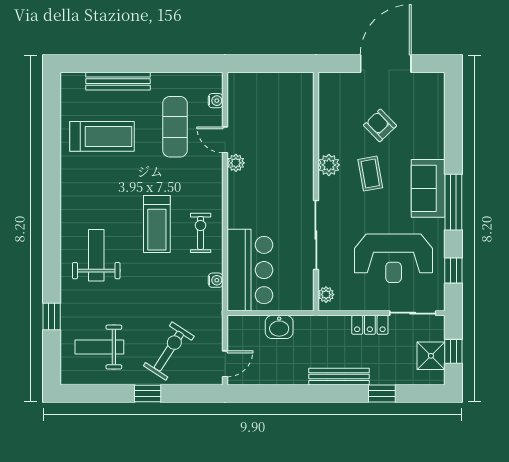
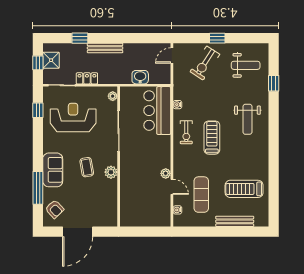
armchair: (380, 125) -> (55, 209), moved
sofa: (428, 188) -> (53, 170), moved
window: (453, 202) -> (38, 188), moved

